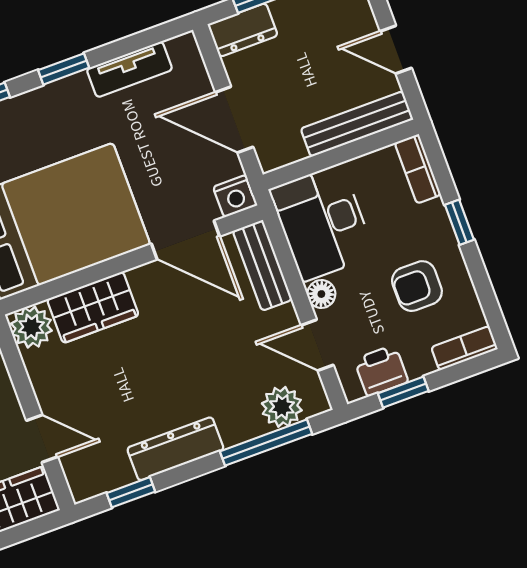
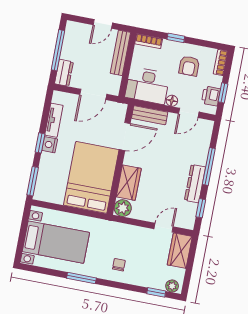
nightstand: (235, 196) -> (50, 145), moved, turned 180
plant: (282, 407) -> (203, 138), removed
window: (266, 443) -> (209, 166), moved

